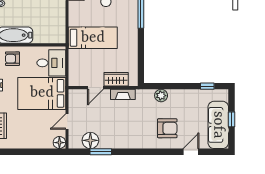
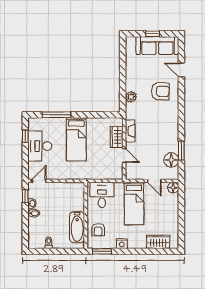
bed: (93, 38) -> (76, 139), moved, turned 180
window: (207, 86) -> (123, 55), removed
bed: (42, 93) -> (134, 204), width x0.67
armchair: (167, 128) -> (160, 91), turned 92

